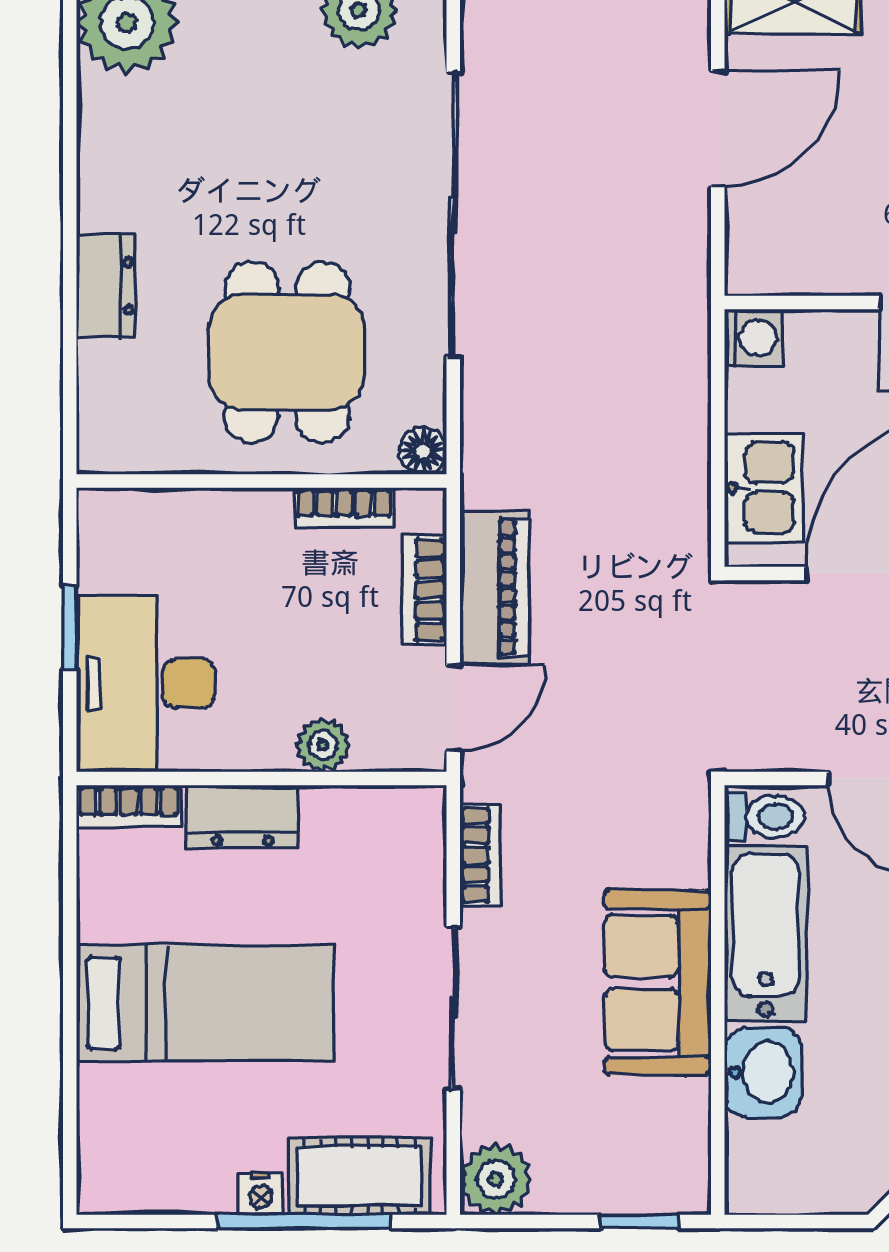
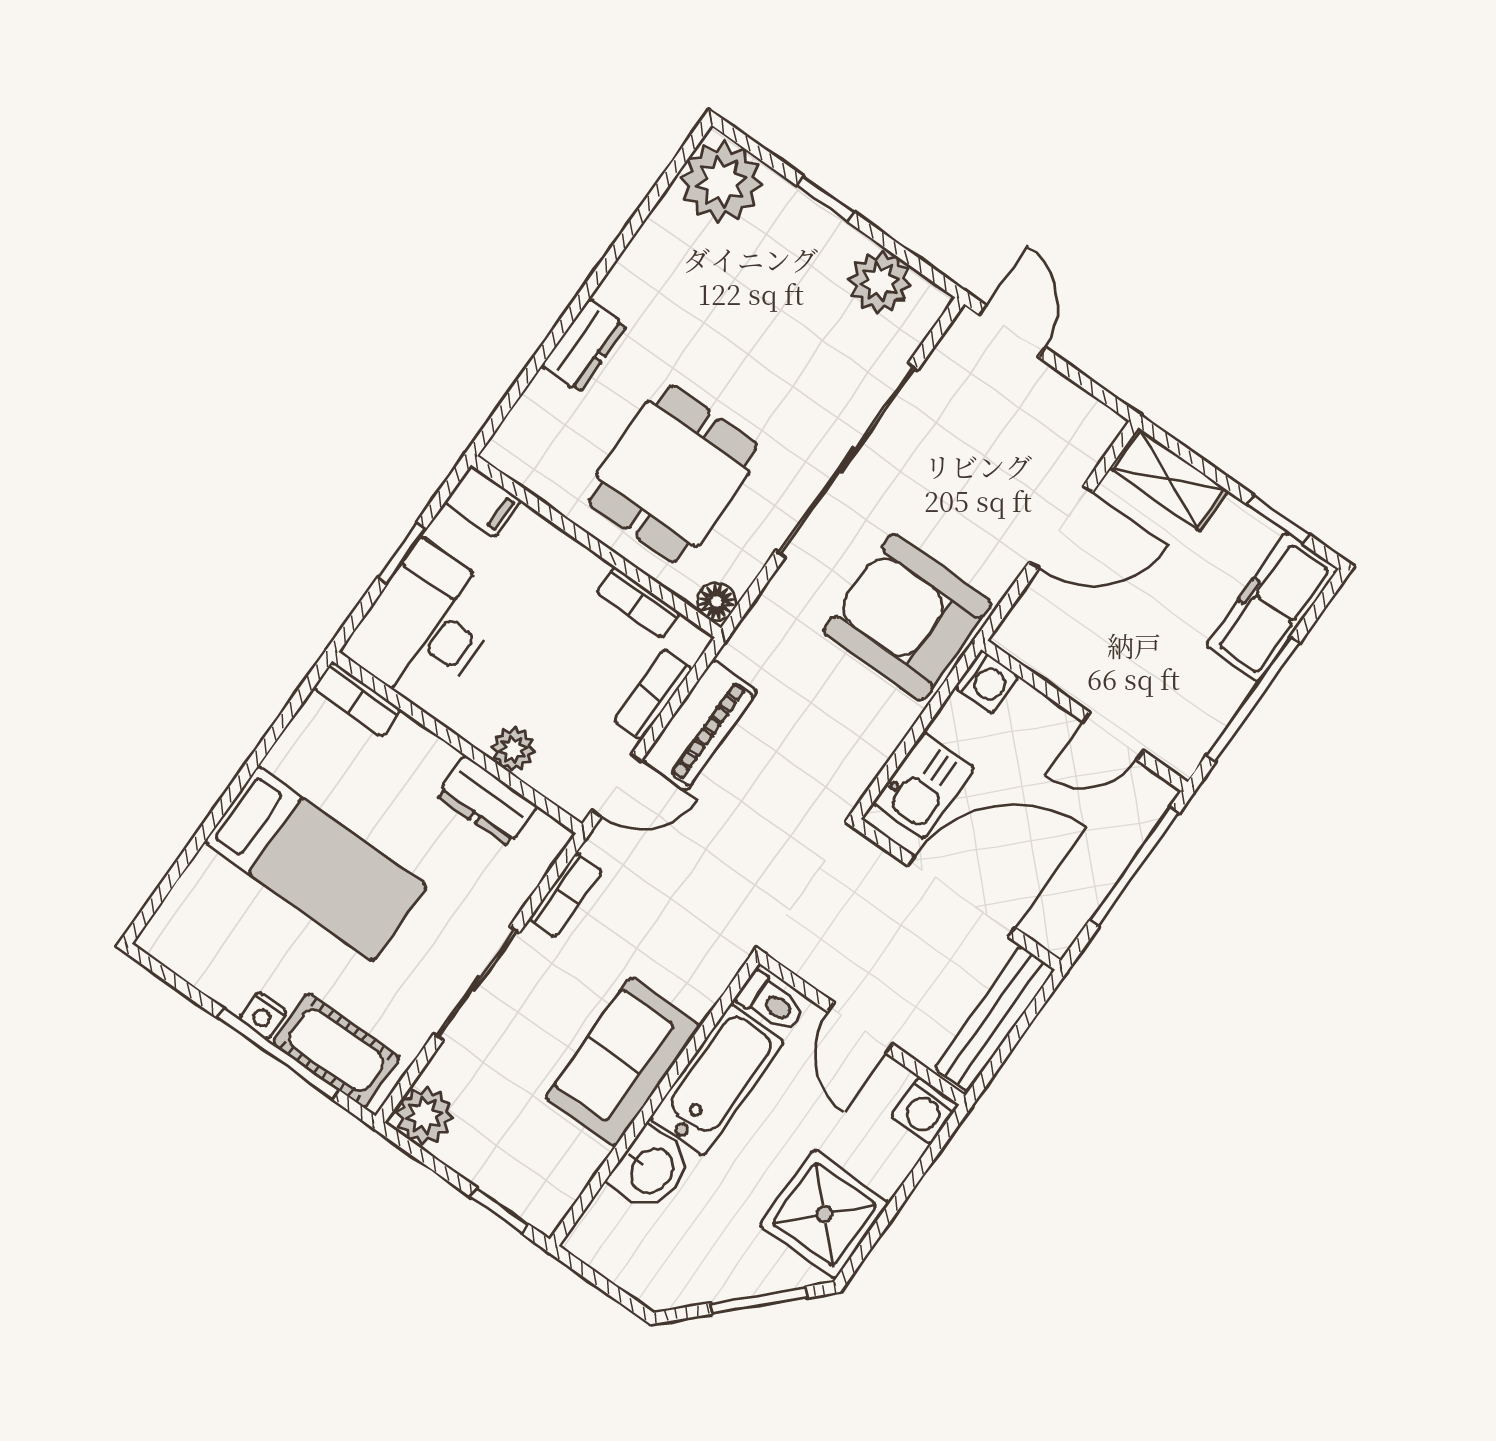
armchair: (627, 330) -> (907, 617), added
filing cabinet: (115, 516) -> (483, 501), added
dresser: (243, 816) -> (487, 801), moved

